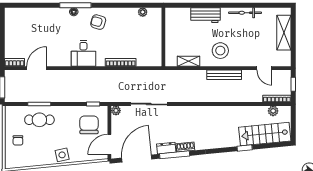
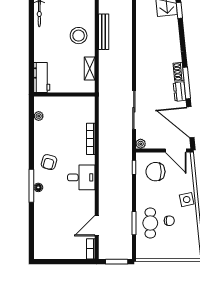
workbench: (206, 15) -> (42, 78), moved
door: (37, 68) -> (97, 226), hinge flipped
chair: (18, 140) -> (169, 221), moved

